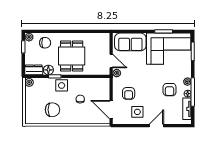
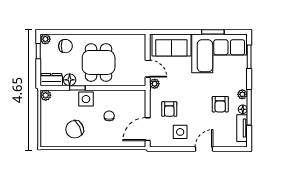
chair: (52, 110) -> (75, 129), turned 153
door: (111, 110) -> (148, 129), hinge flipped

